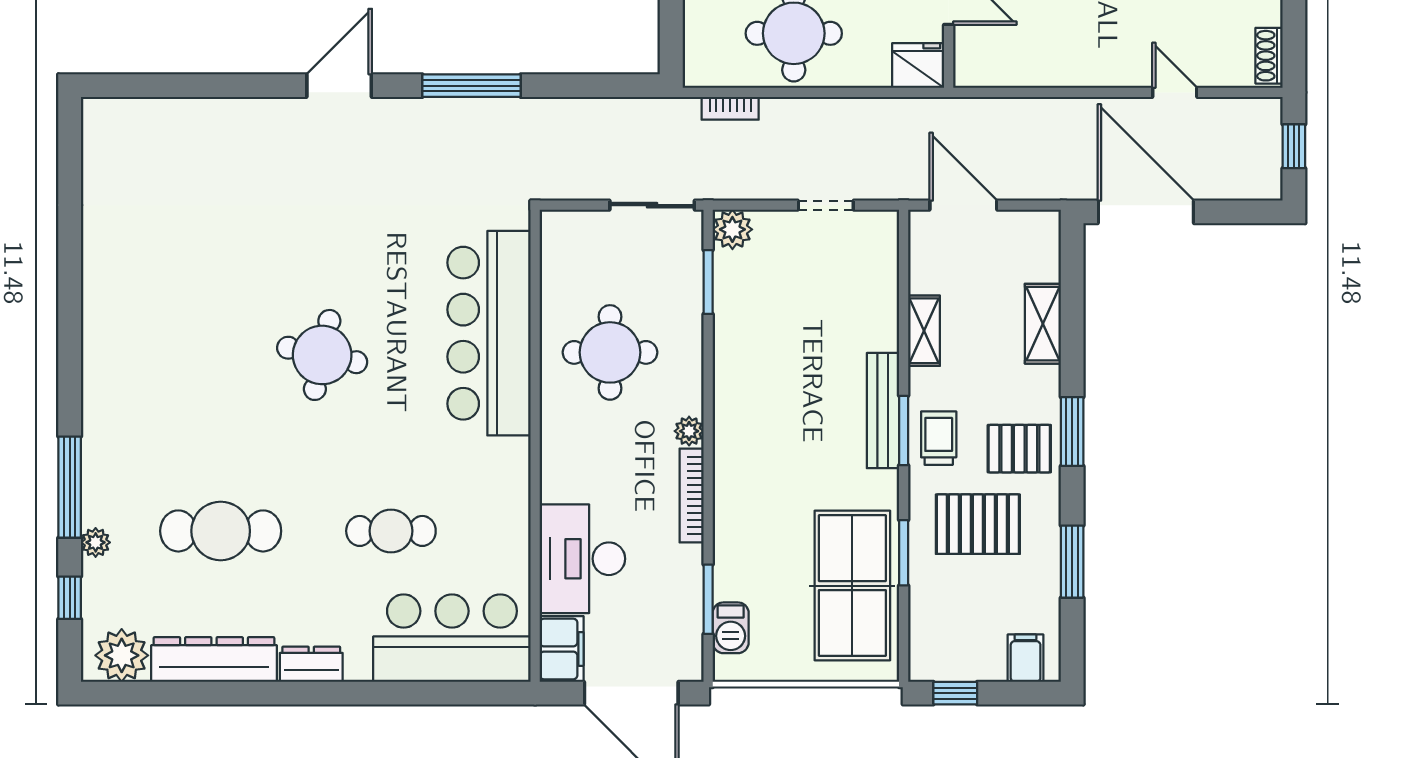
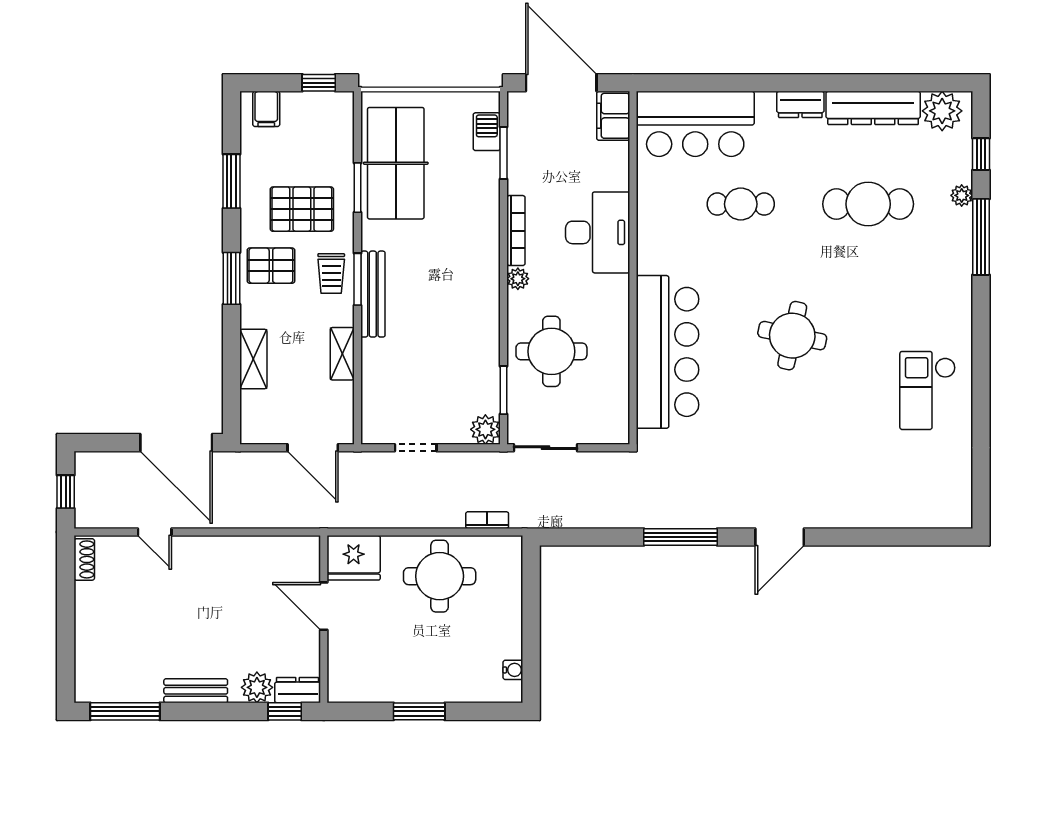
fridge: (918, 65) -> (354, 558), width x1.36, depth x1.34
checkout: (141, 282) -> (928, 390), added
round table: (610, 352) -> (551, 351), moved
desk: (582, 559) -> (598, 232), moved

